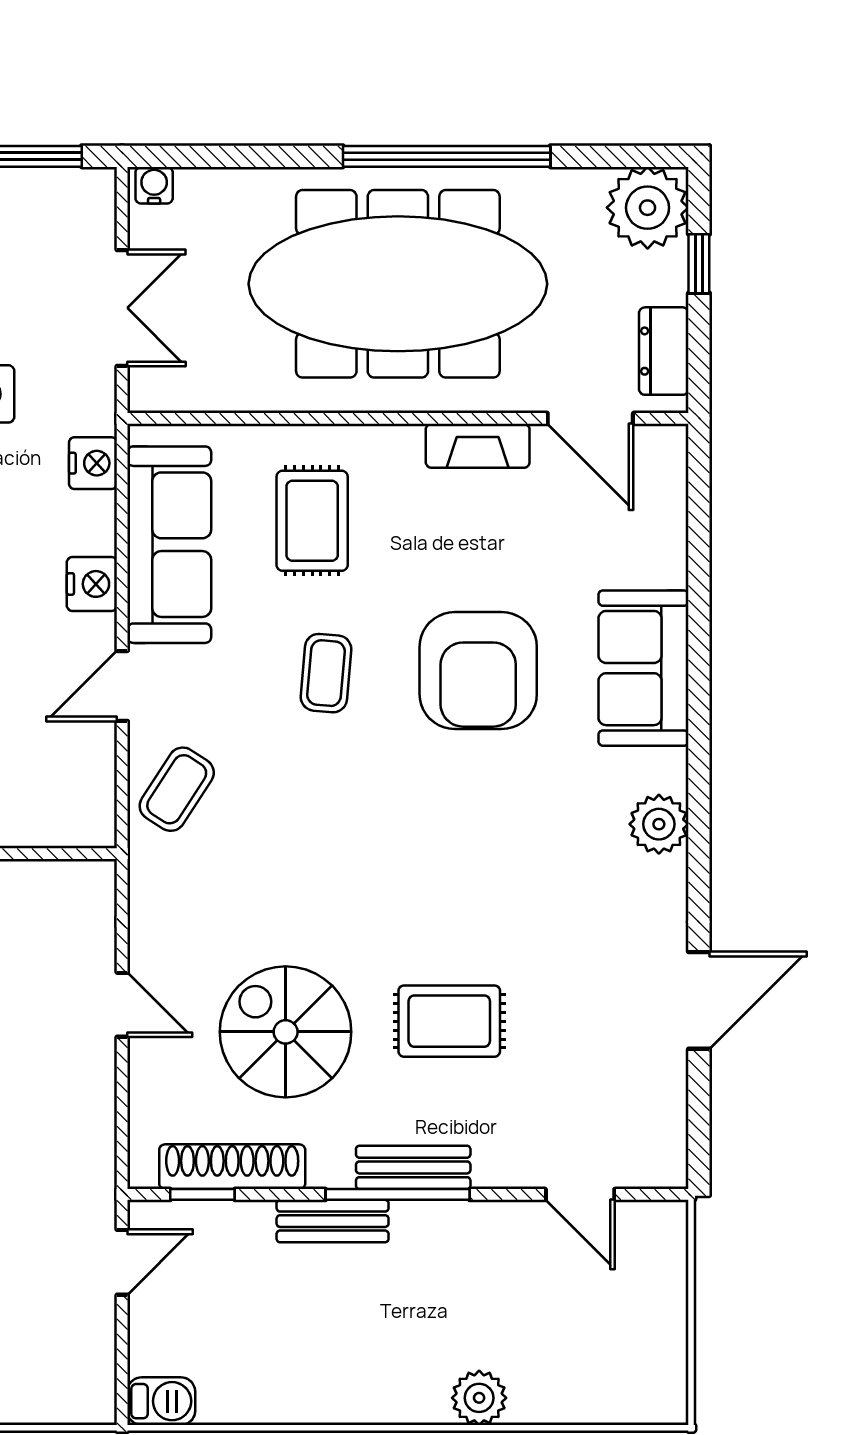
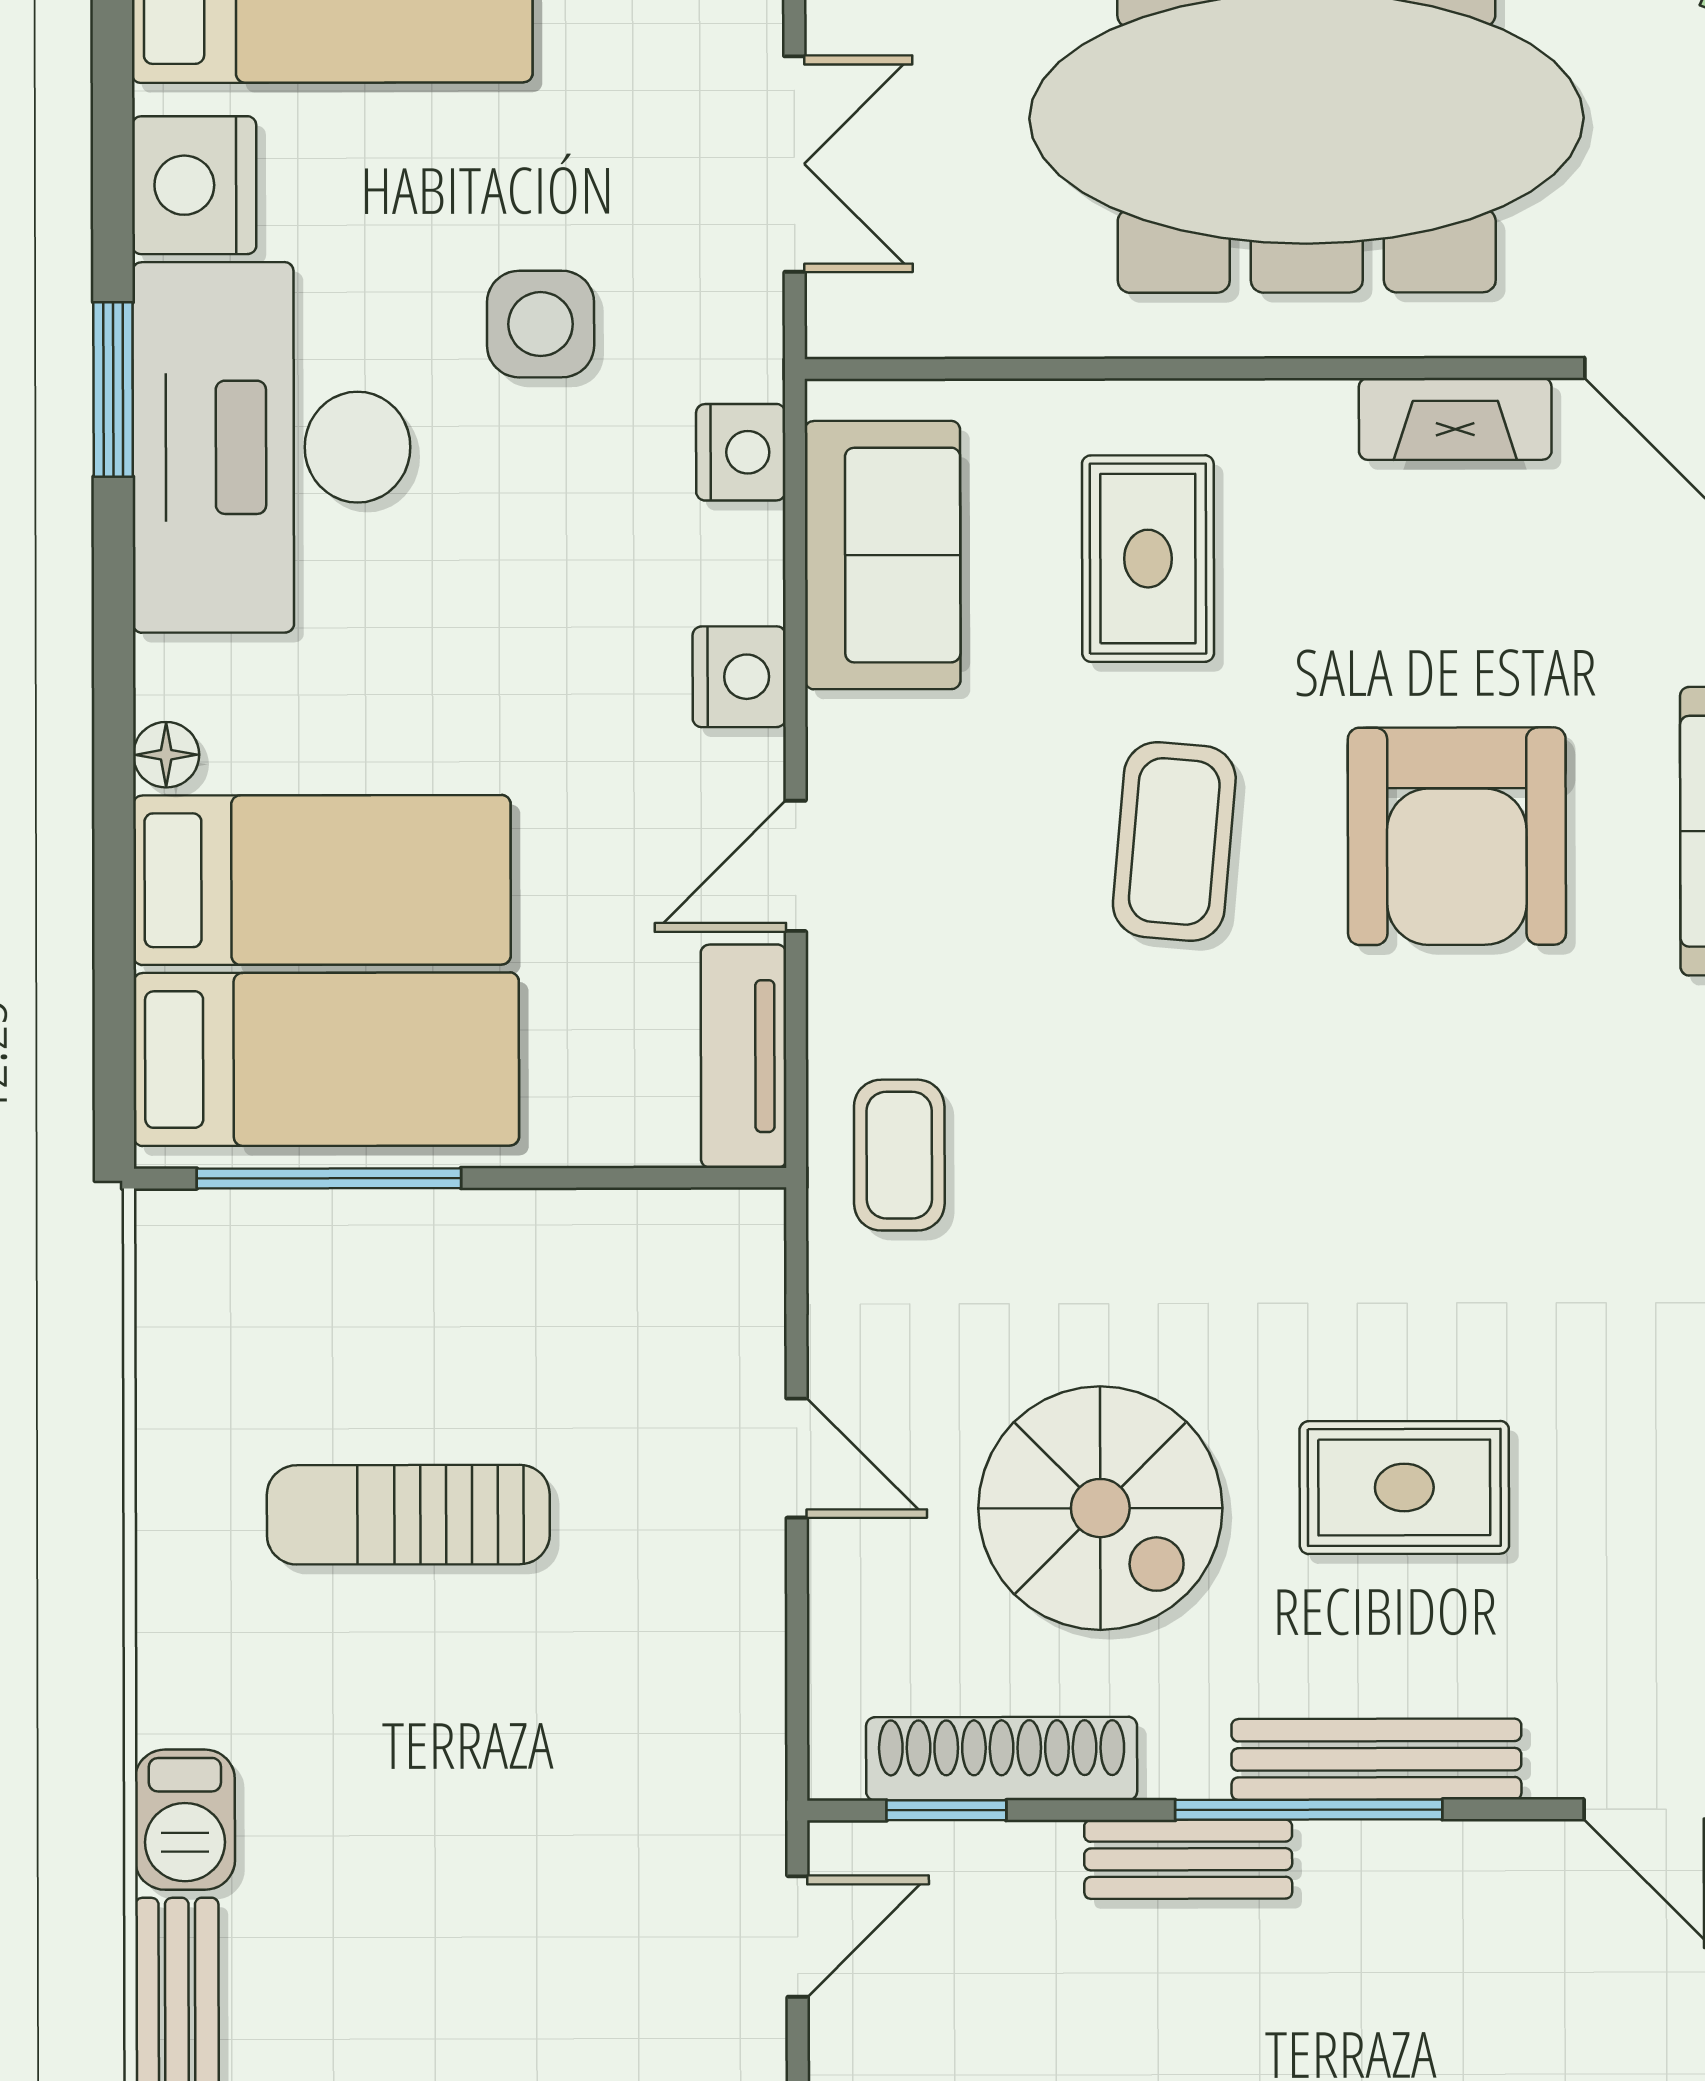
sofa: (169, 545) -> (883, 555), width x0.73
coffee table: (326, 673) -> (1174, 841), width x1.36, depth x1.30
tv unit: (94, 788) -> (744, 1056), added
coffee table: (177, 789) -> (899, 1155), moved, turned -33
spiral stairs: (286, 1032) -> (1100, 1508), turned 180
bench: (413, 1167) -> (1376, 1759), width x1.36

